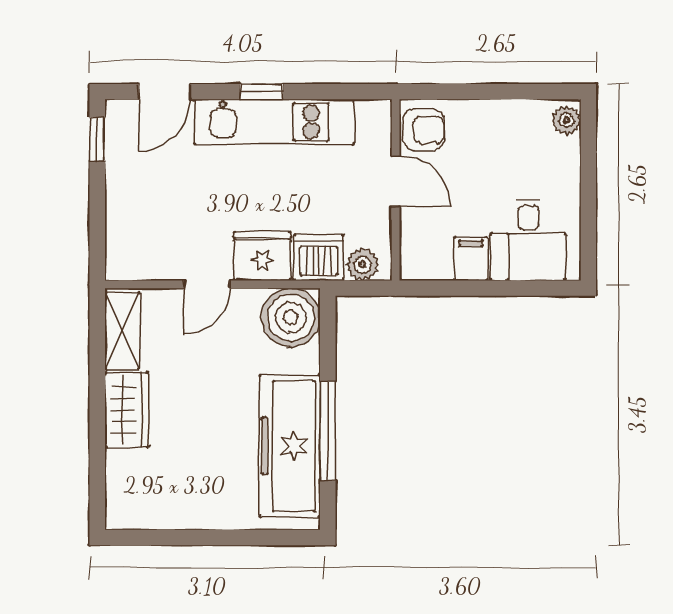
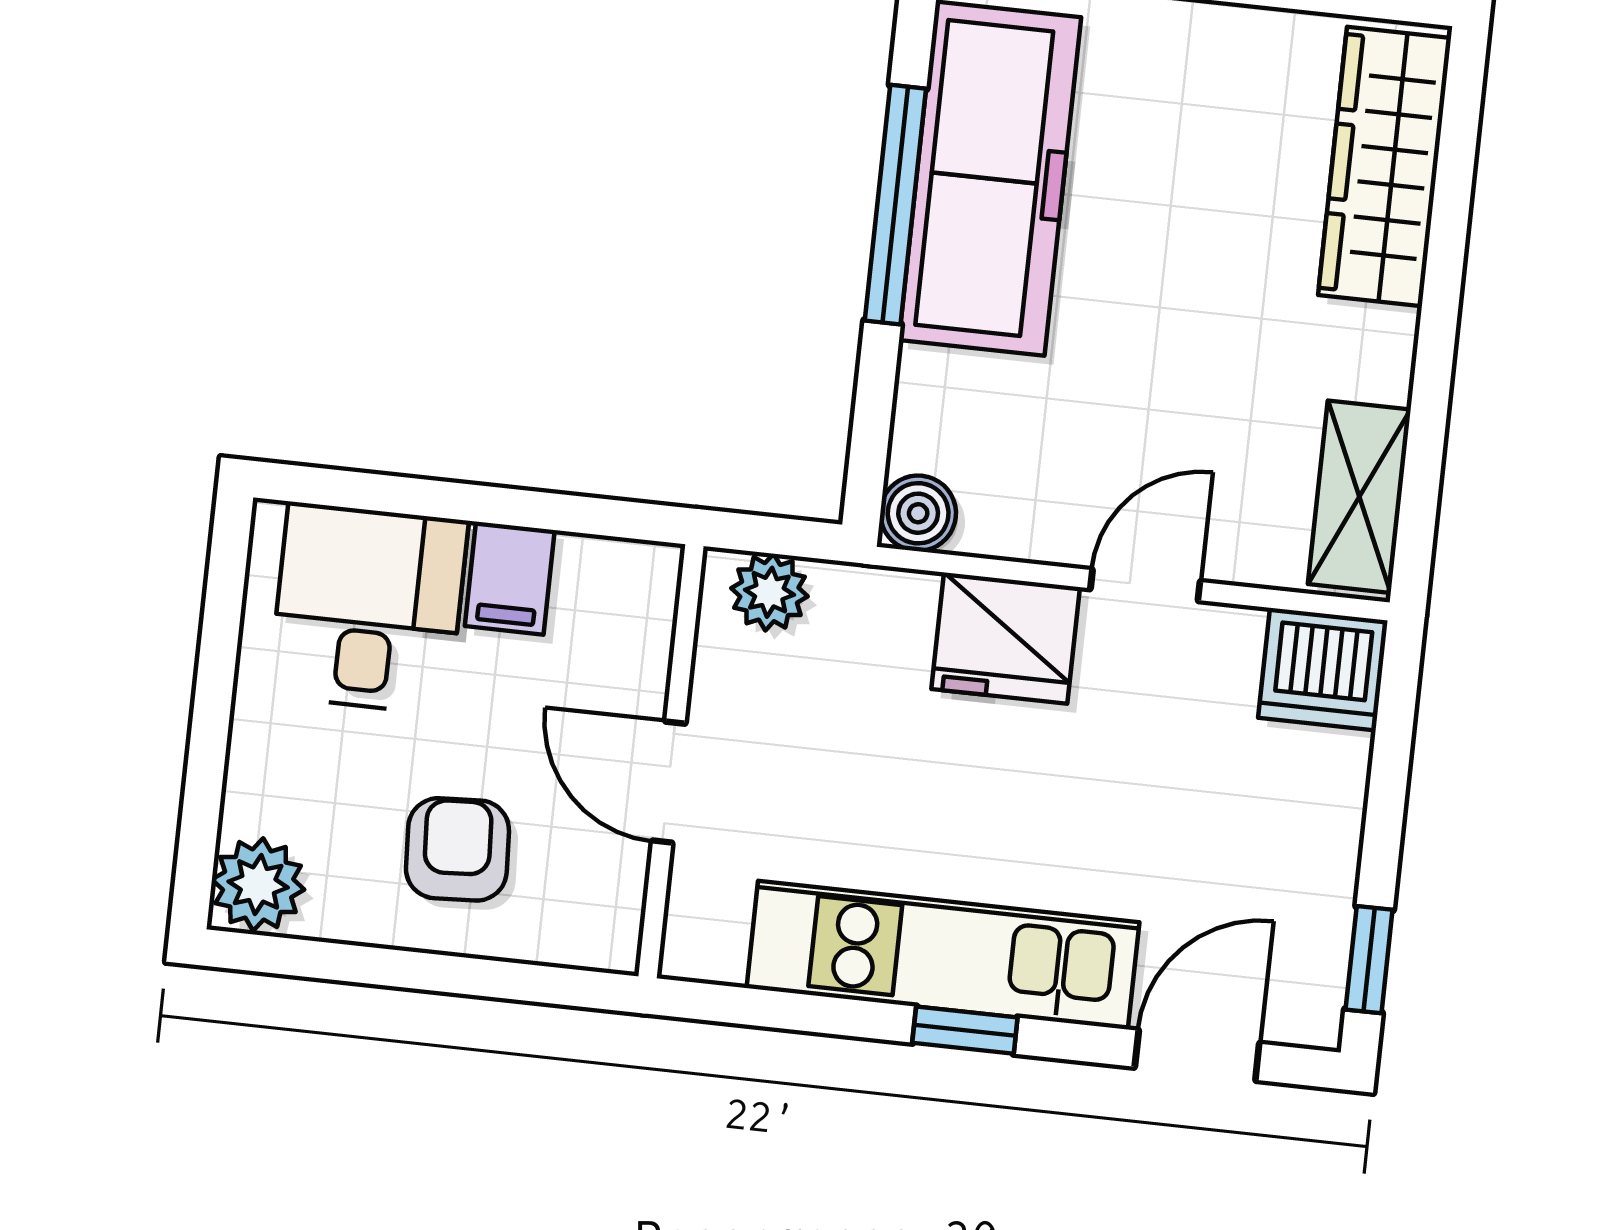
plant: (567, 120) -> (258, 884), width x1.38, depth x1.38
armchair: (424, 130) -> (457, 849), moved, turned 87
dishwasher: (319, 257) -> (1323, 669), moved
boiler: (291, 318) -> (918, 513), width x0.54, depth x0.54
wardrobe: (127, 410) -> (1385, 166), moved, width x1.50

